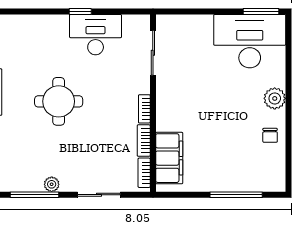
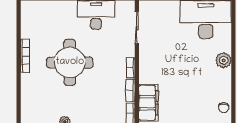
round table: (59, 101) -> (70, 62), width x1.36, depth x1.36
chair: (270, 135) -> (224, 108), moved

